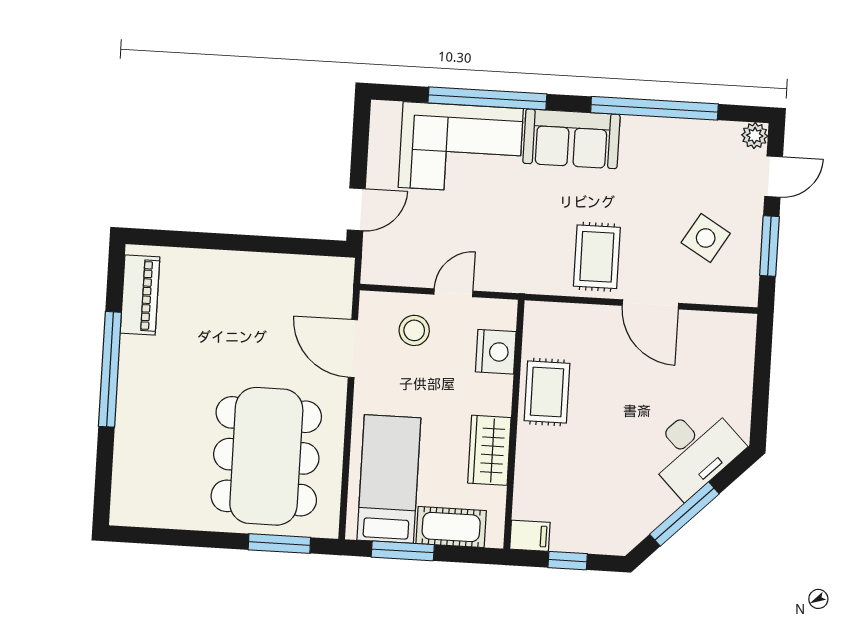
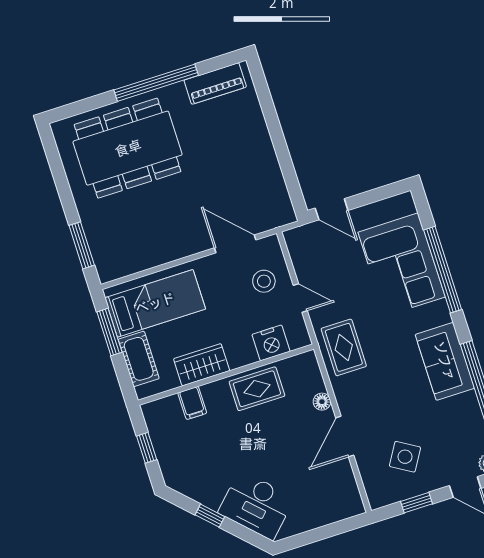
sofa: (571, 139) -> (445, 361), moved
window: (769, 246) -> (416, 503), width x0.67
rug: (597, 257) -> (344, 347), moved, turned 90
floor lamp: (595, 316) -> (322, 402), added
door: (353, 349) -> (235, 244), hinge flipped
dining table: (266, 456) -> (128, 148), moved
window: (685, 514) -> (210, 516), width x0.46
filing cabinet: (530, 536) -> (192, 403), moved

